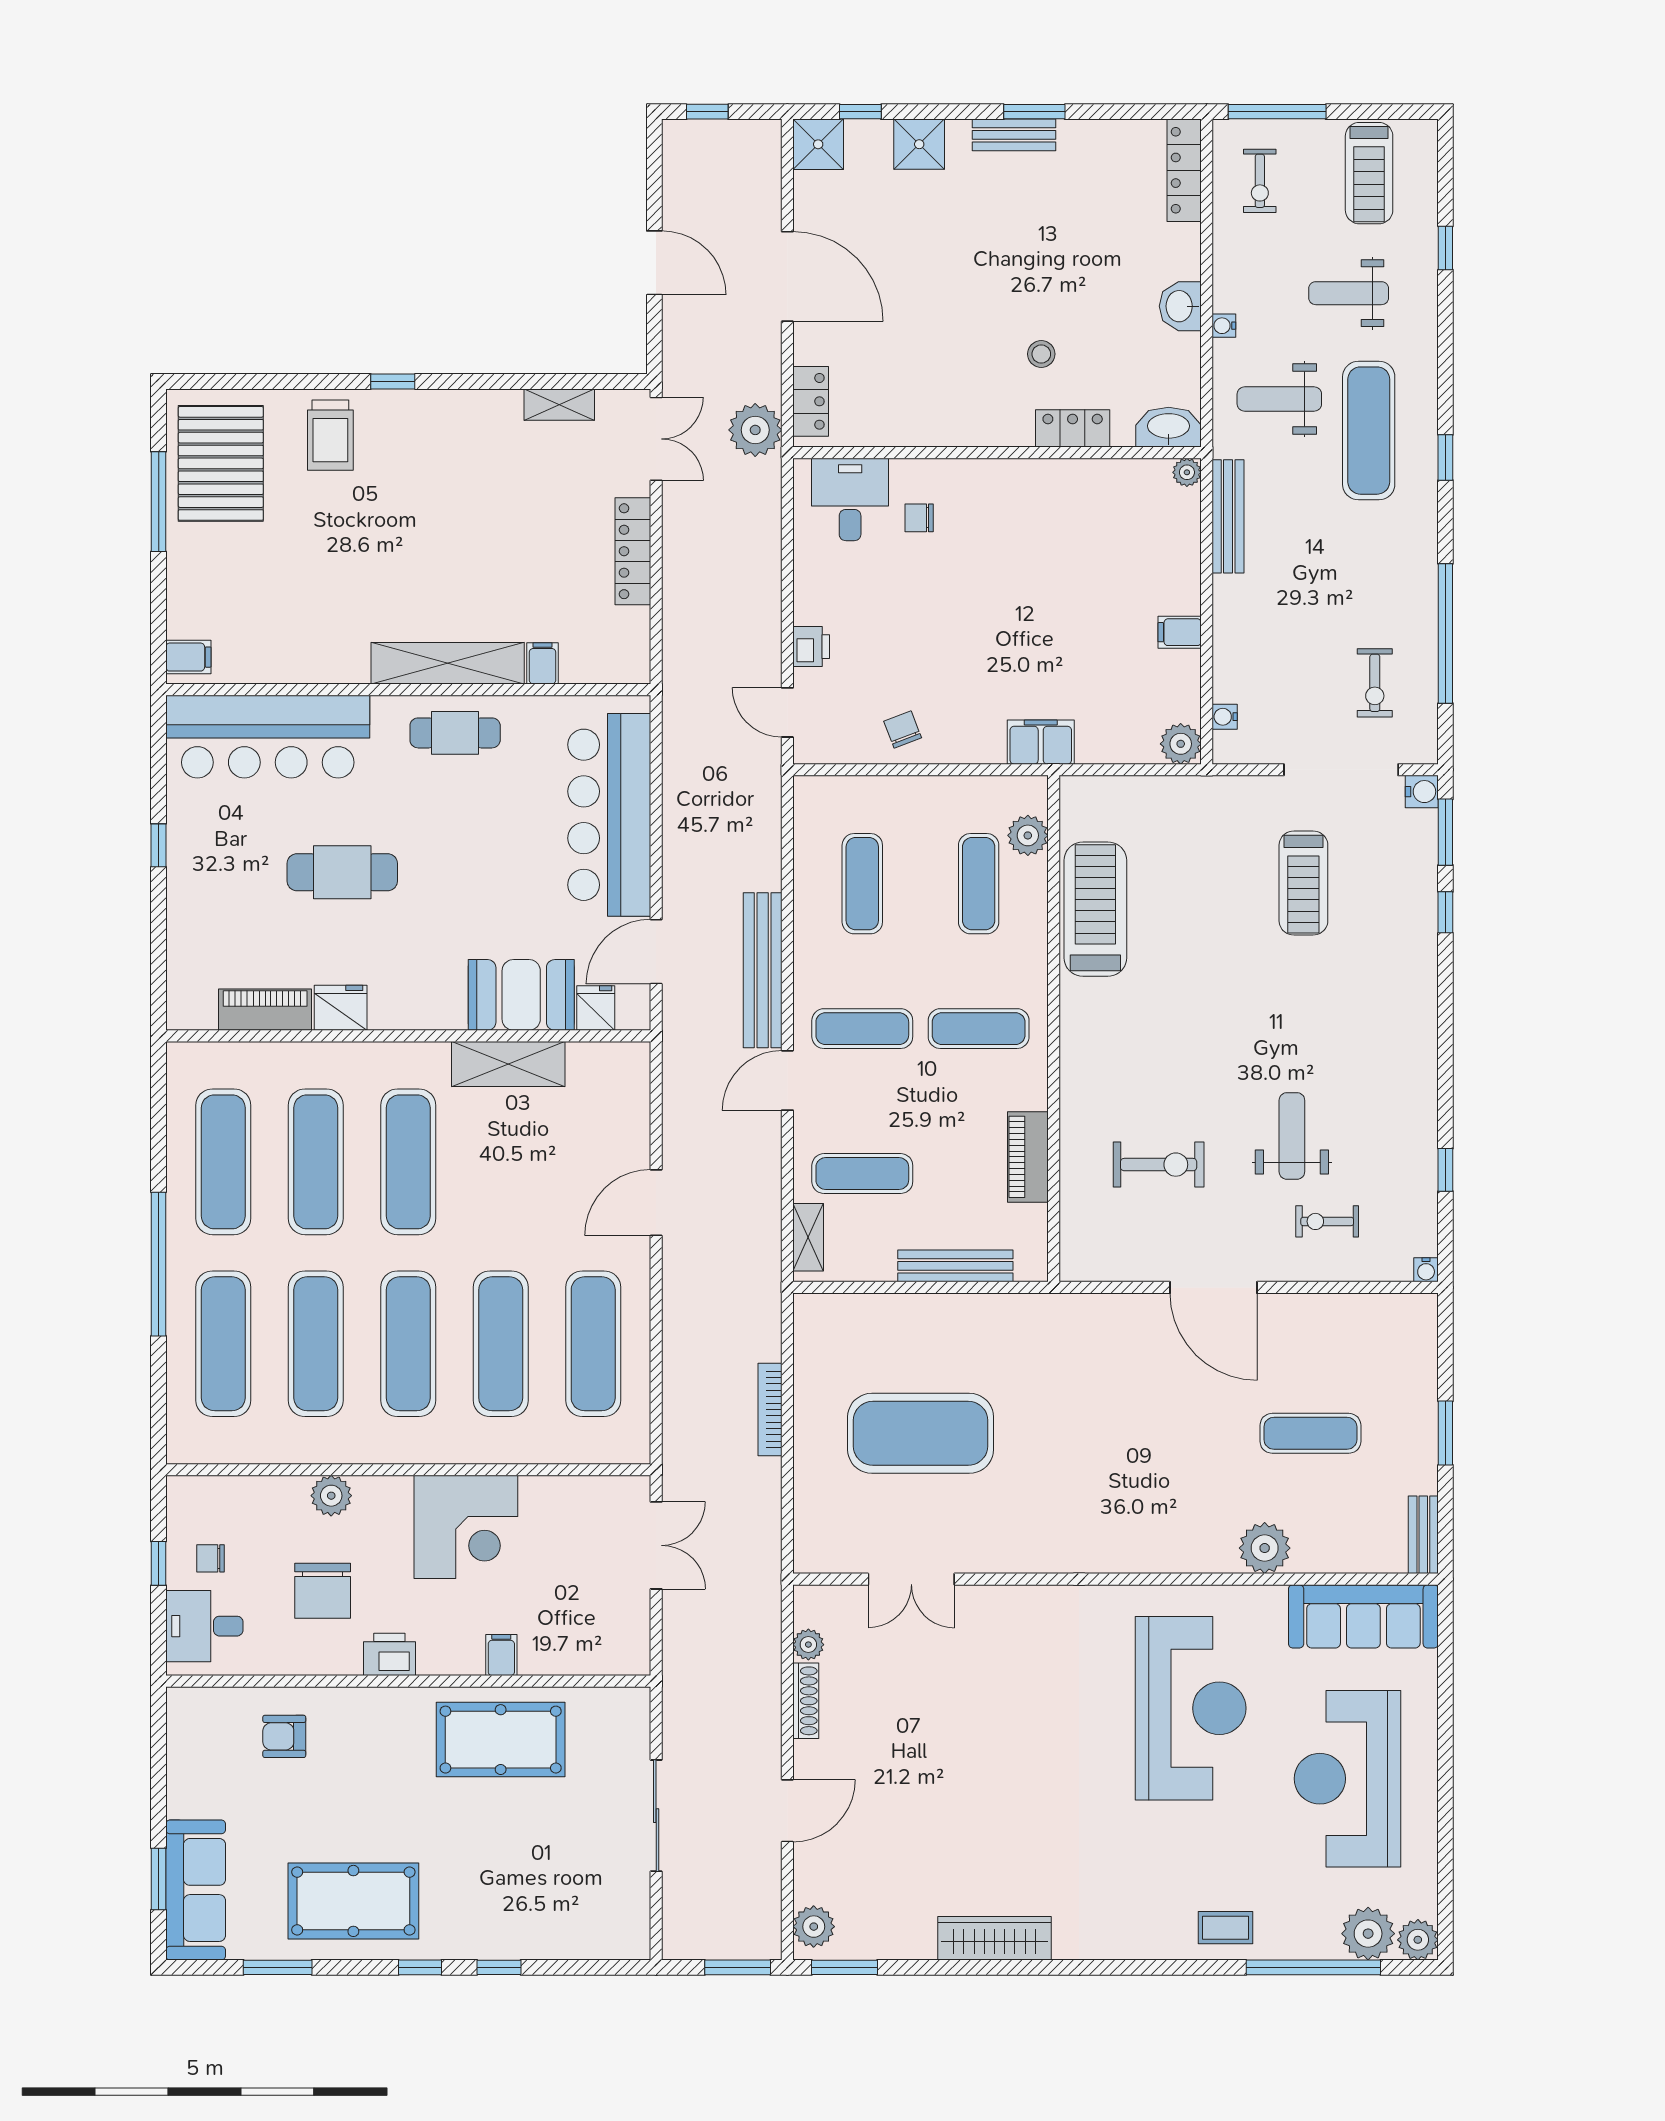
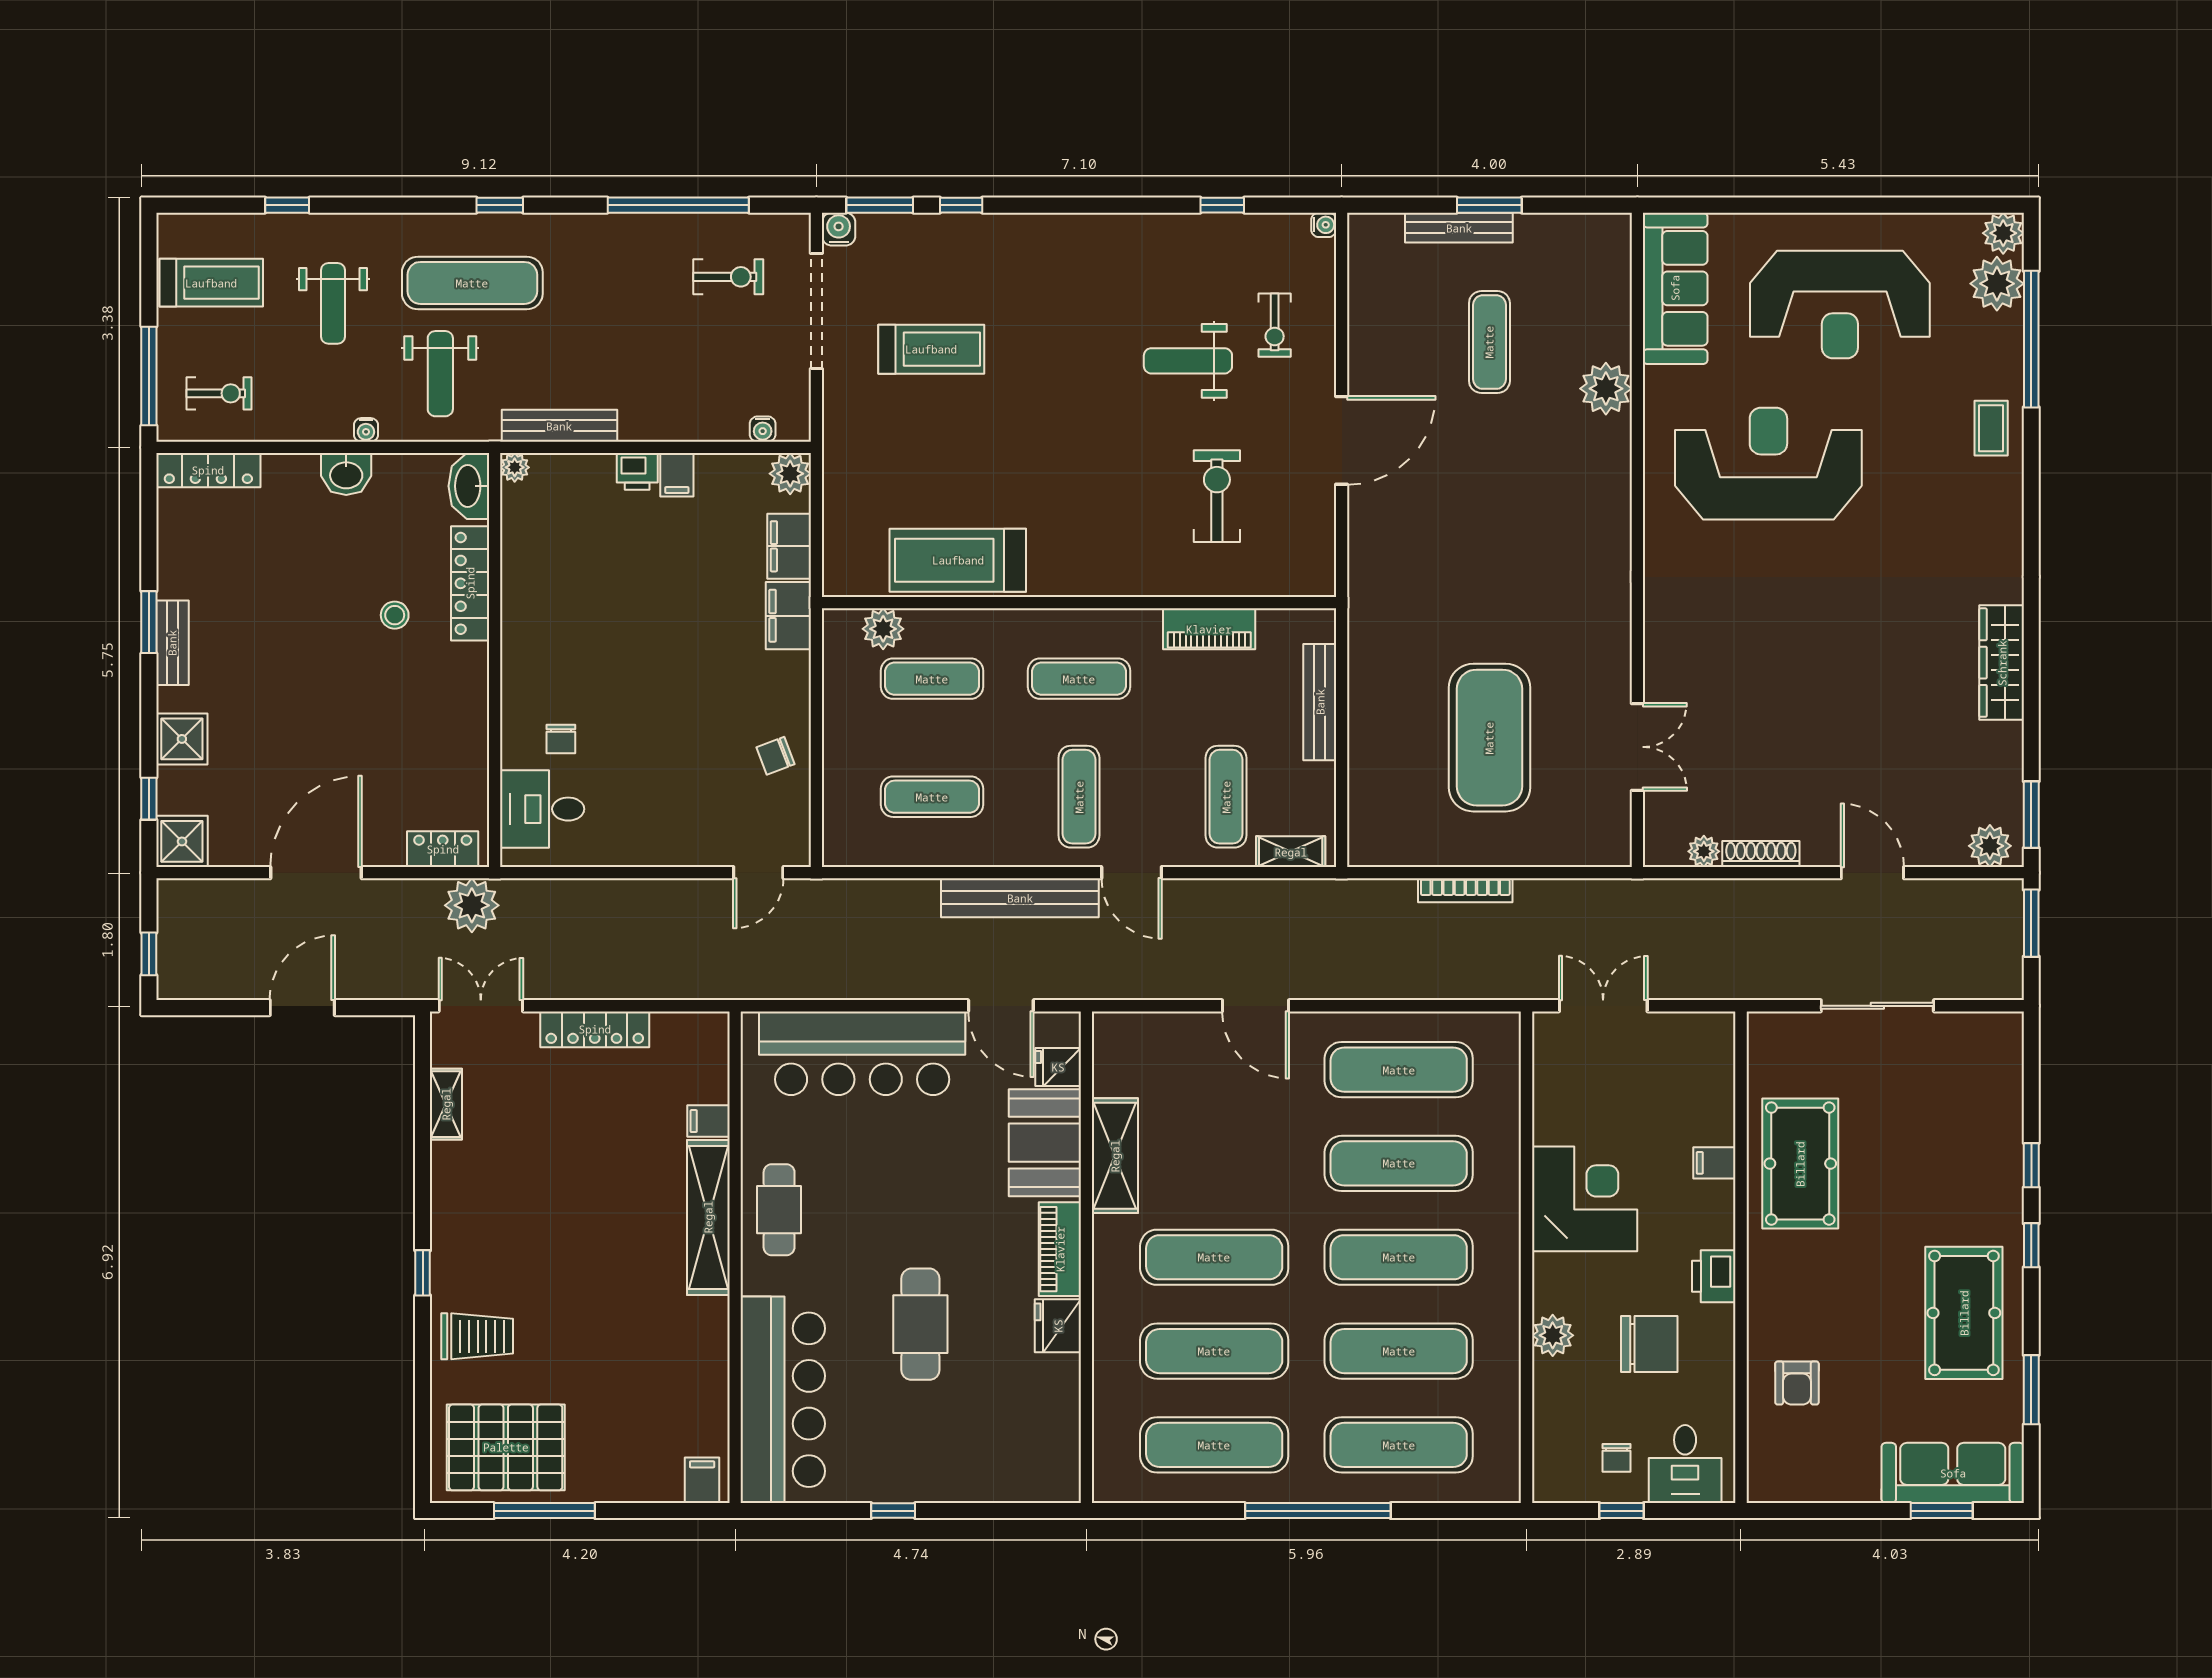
locker: (1073, 428) -> (470, 583), width x1.53
printer: (811, 647) -> (637, 471), moved, turned 180
filing cabinet: (1109, 743) -> (789, 546), added
piano: (265, 1010) -> (1060, 1249), moved
exercise mat: (979, 1029) -> (1079, 679), turned 90
bench: (1423, 1535) -> (1459, 228), moved, width x1.36

